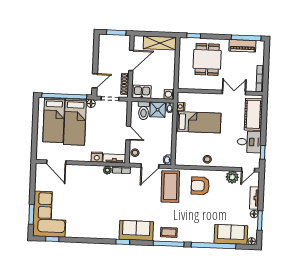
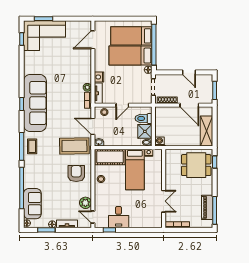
dining table: (207, 59) -> (196, 165), moved
door: (95, 81) -> (189, 72), moved
kitchen sink: (142, 92) -> (161, 116), removed
cot: (253, 114) -> (110, 157), moved
sofa: (136, 231) -> (35, 103), width x1.85, depth x1.27

